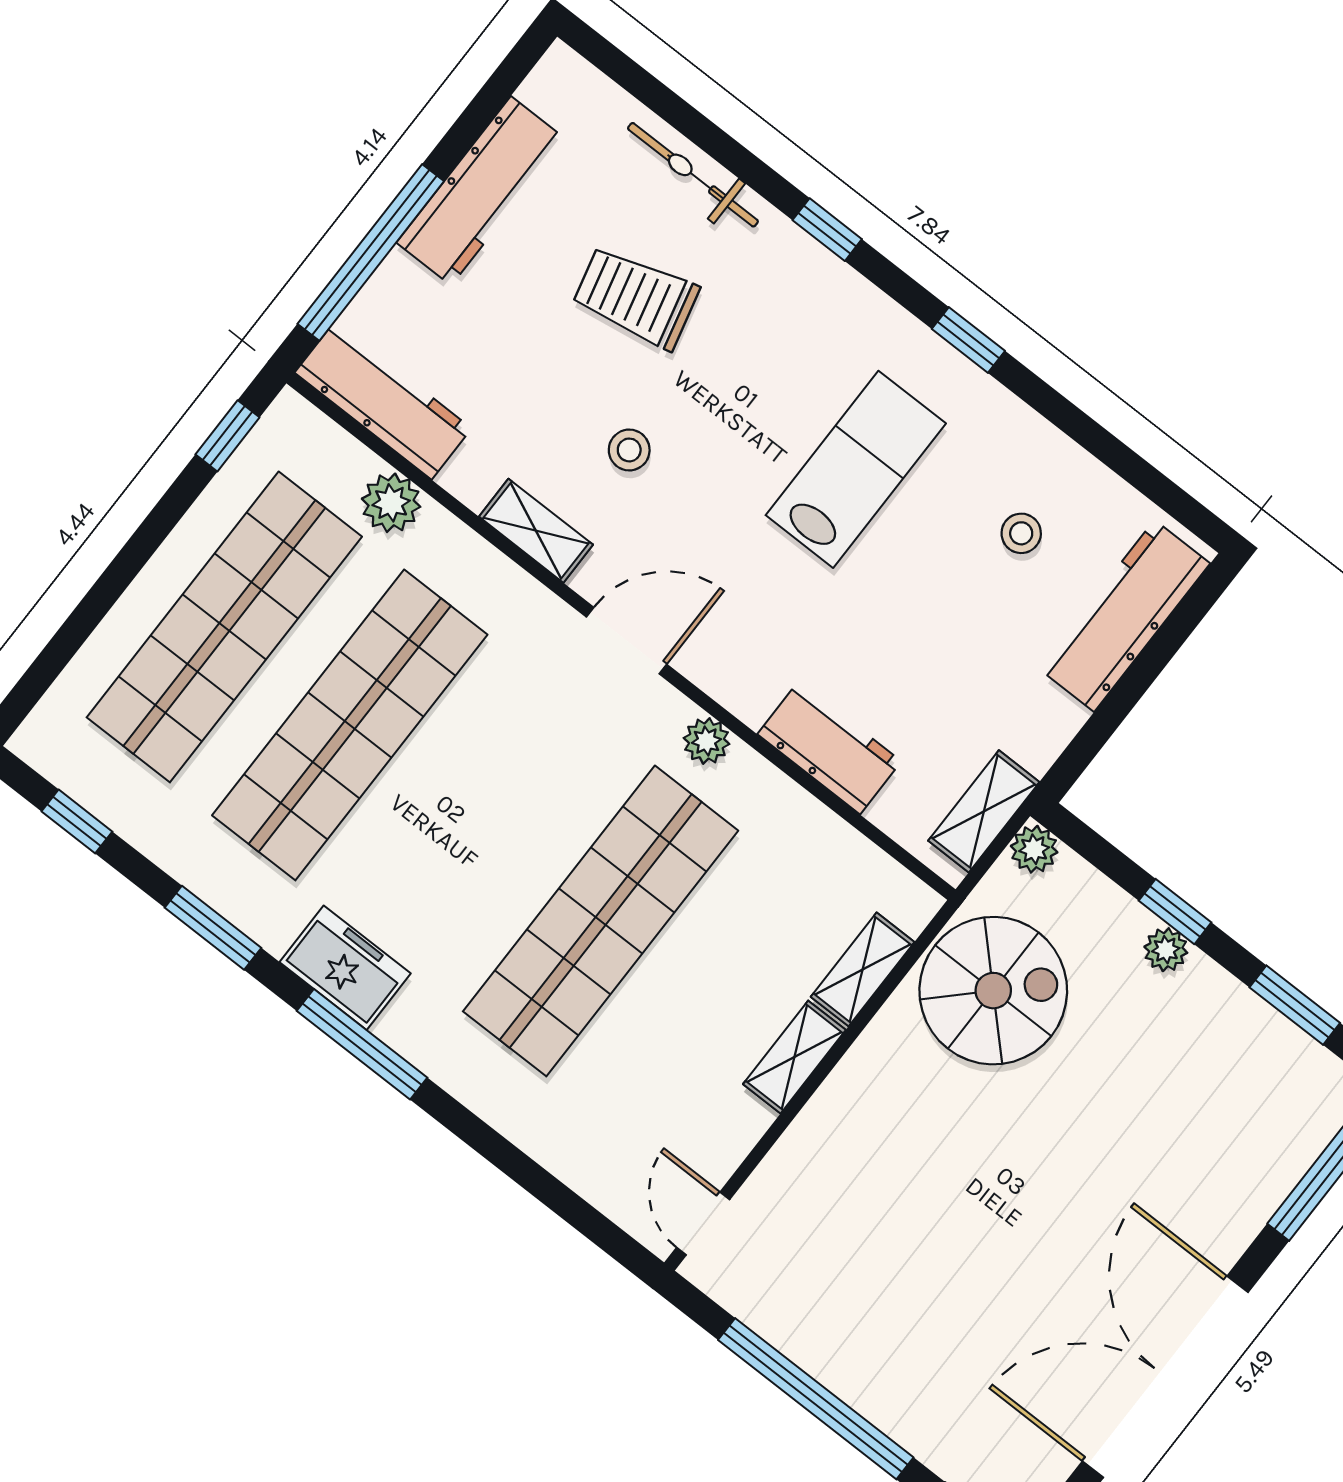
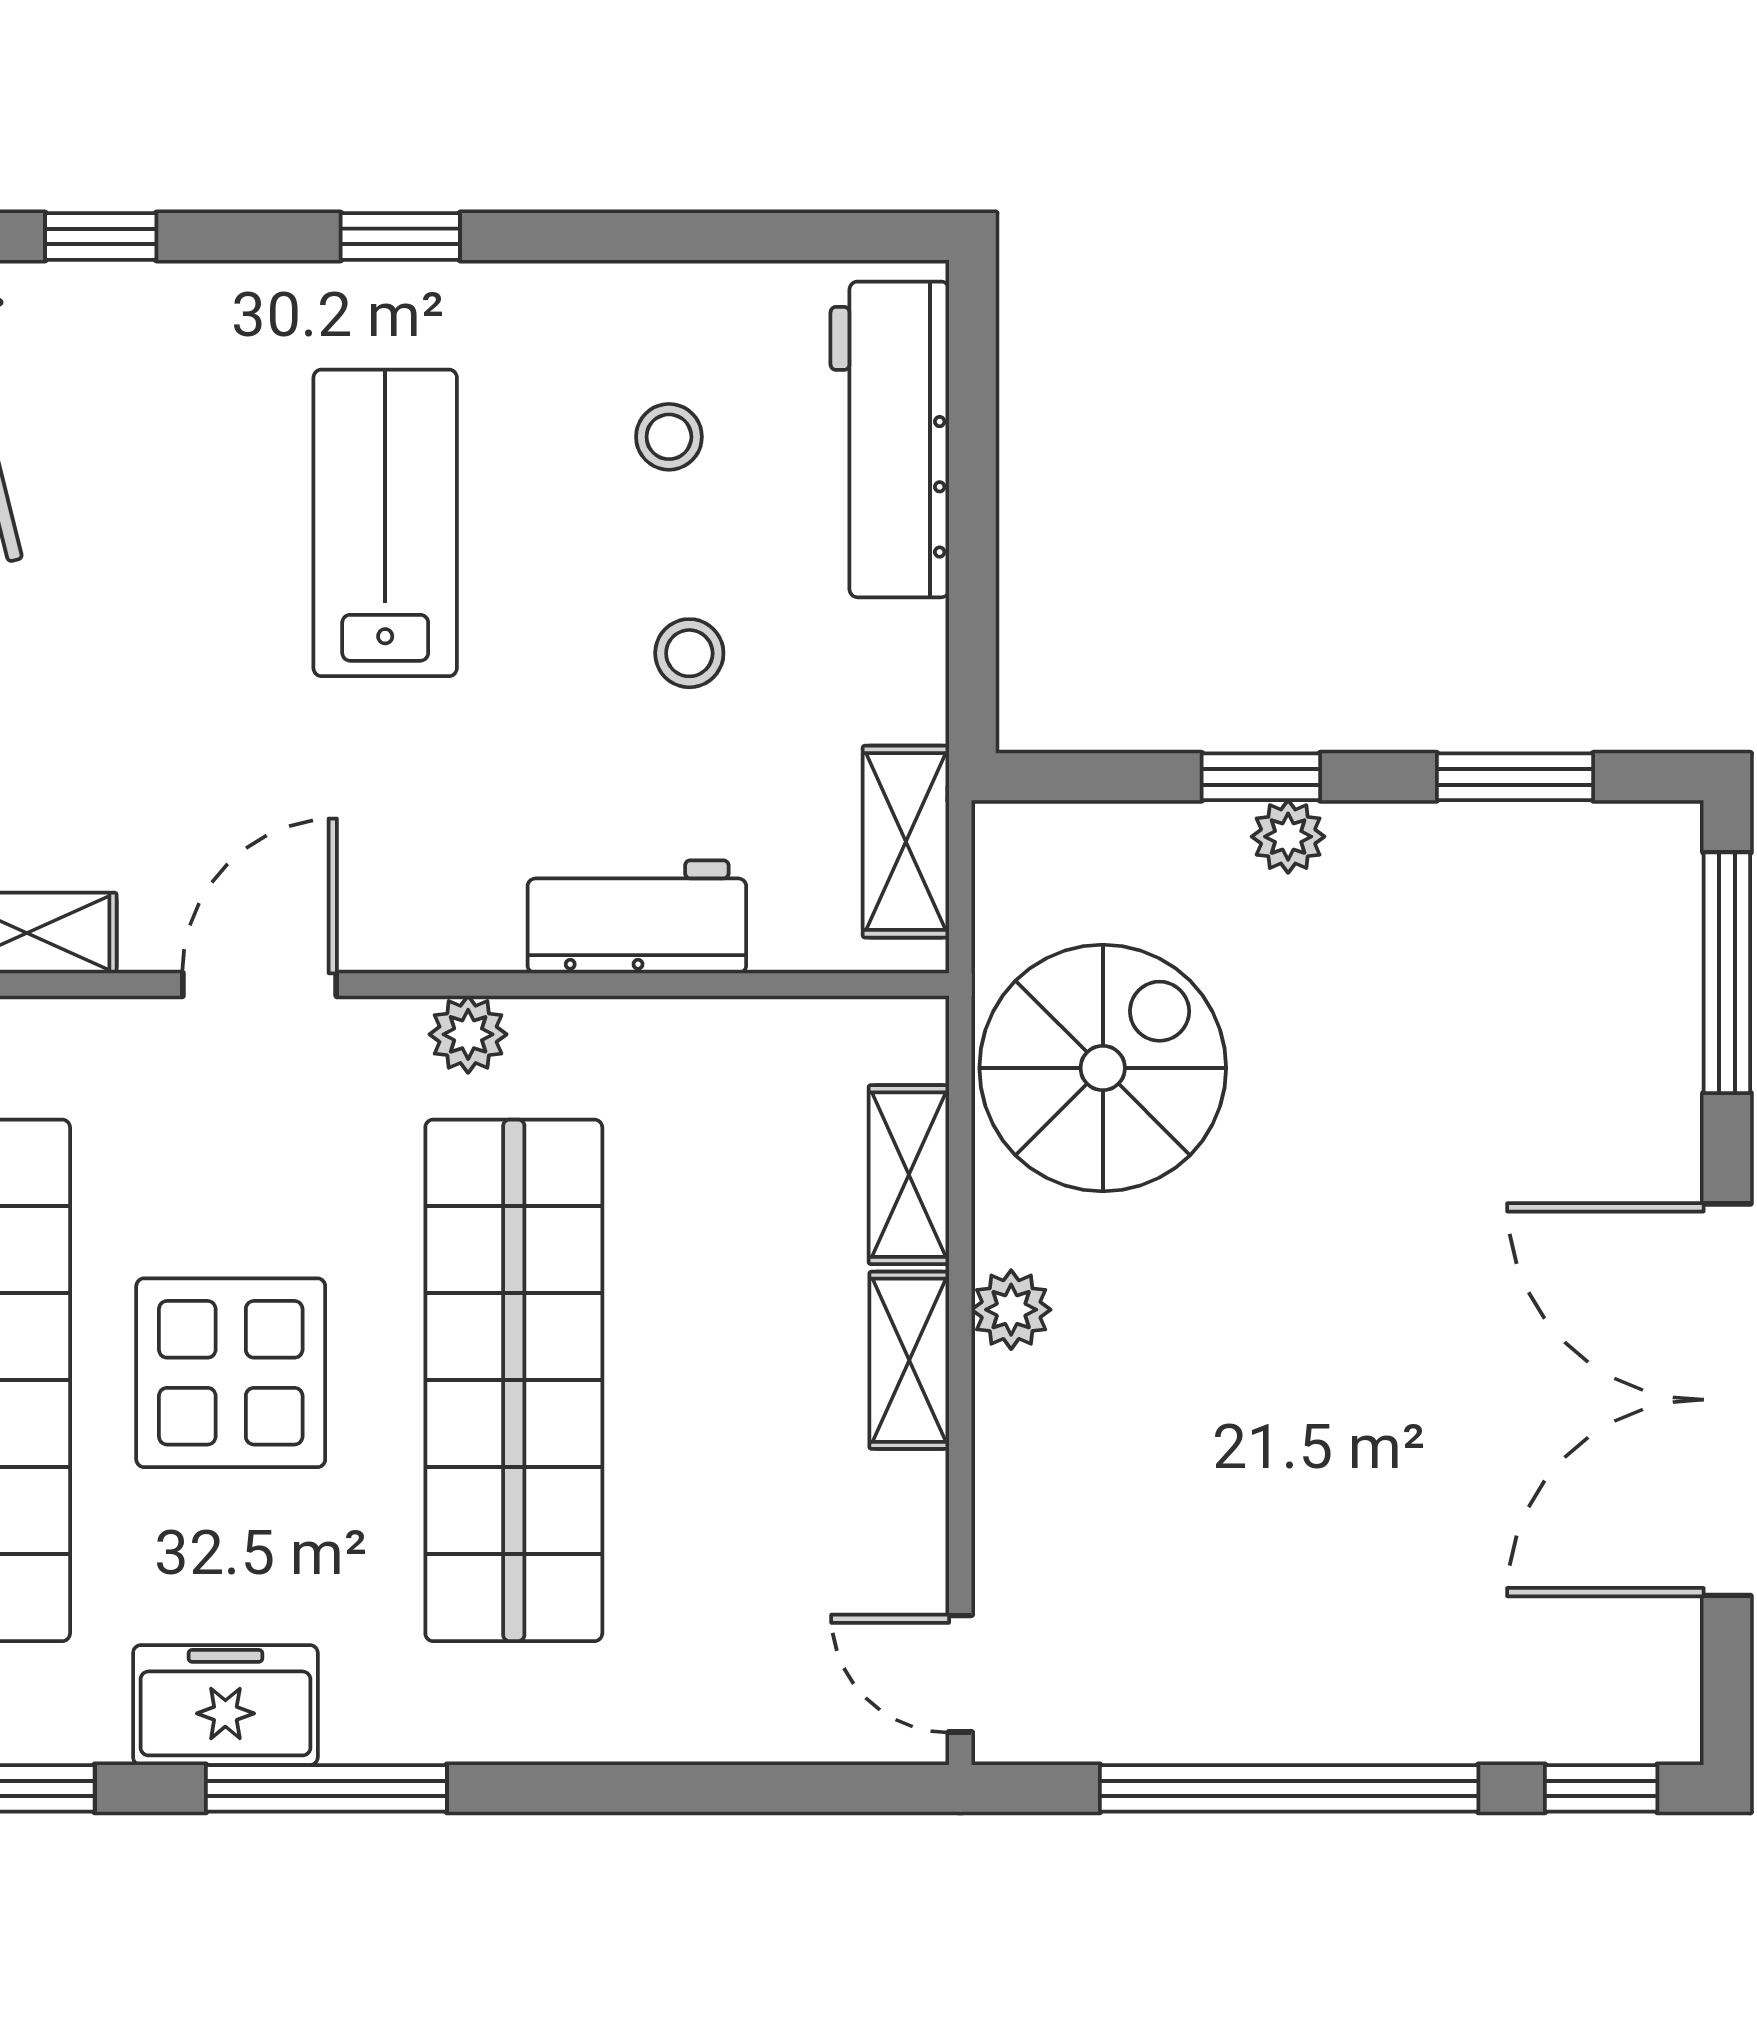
stool: (629, 450) -> (689, 653), moved
display table: (470, 813) -> (231, 1373), added
plant: (1034, 849) -> (1011, 1310), moved

